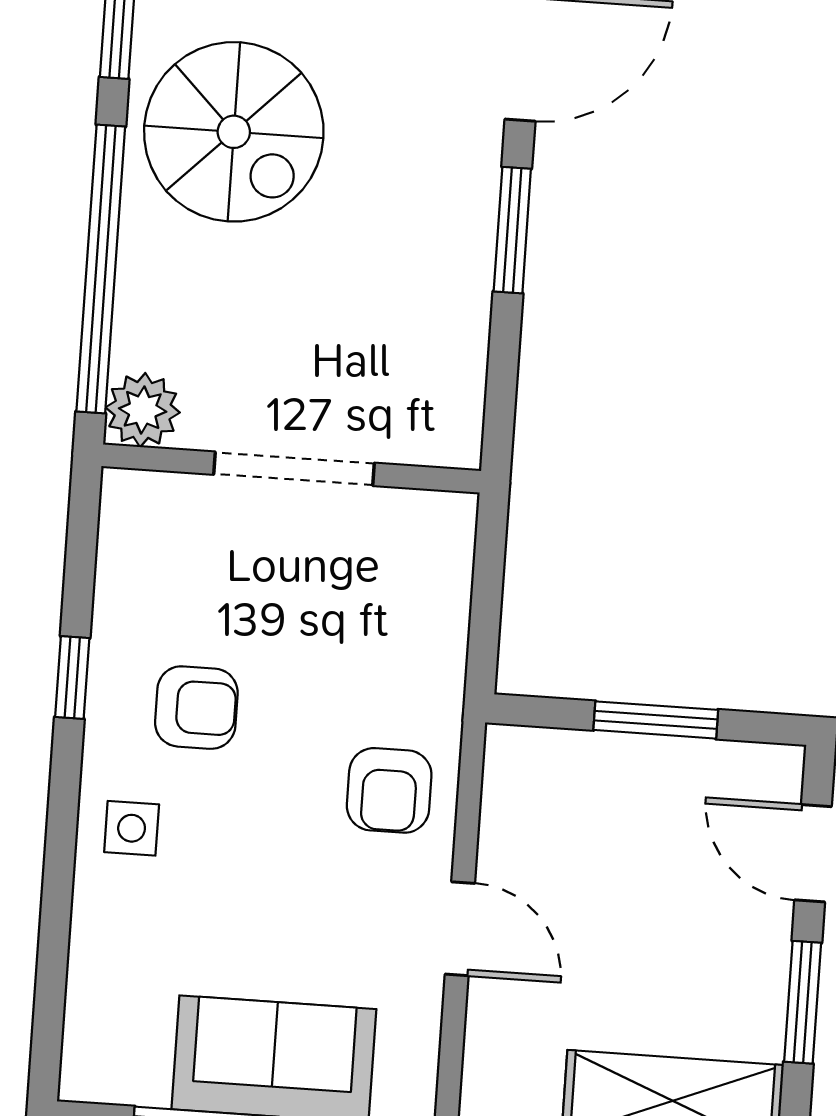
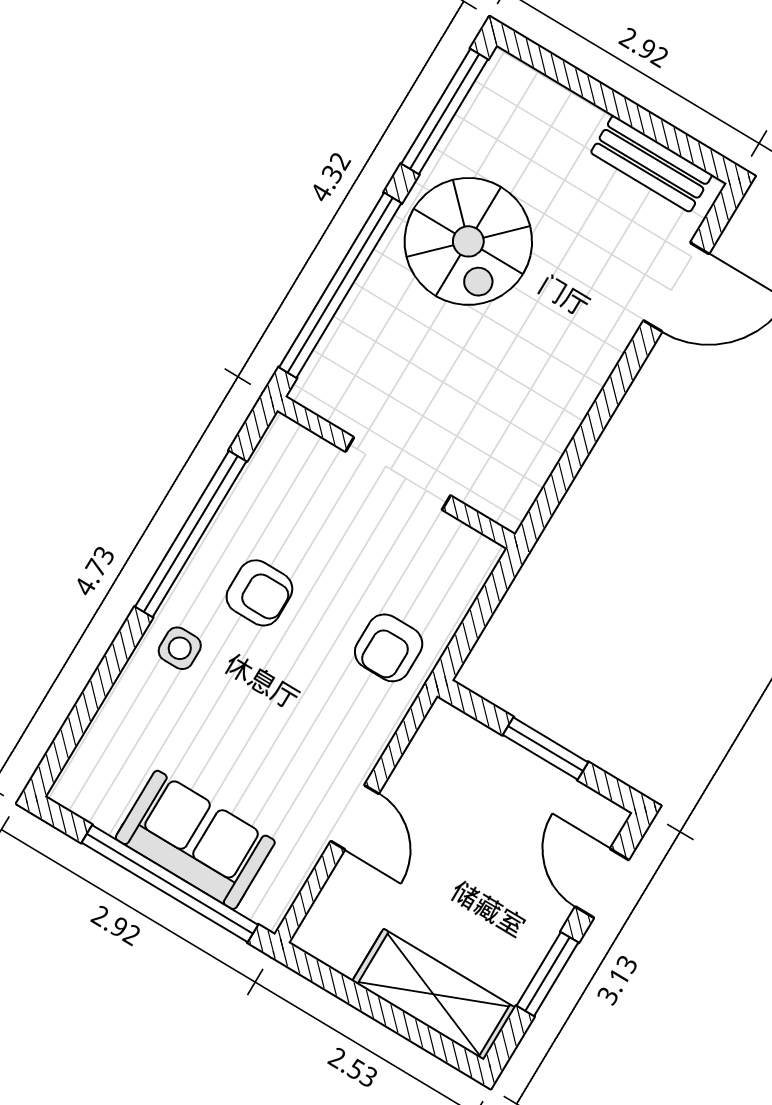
window: (512, 230) -> (613, 393), removed
plant: (143, 410) -> (321, 388), removed
window: (72, 678) -> (191, 534), width x3.17
armchair: (389, 790) -> (389, 648), moved

